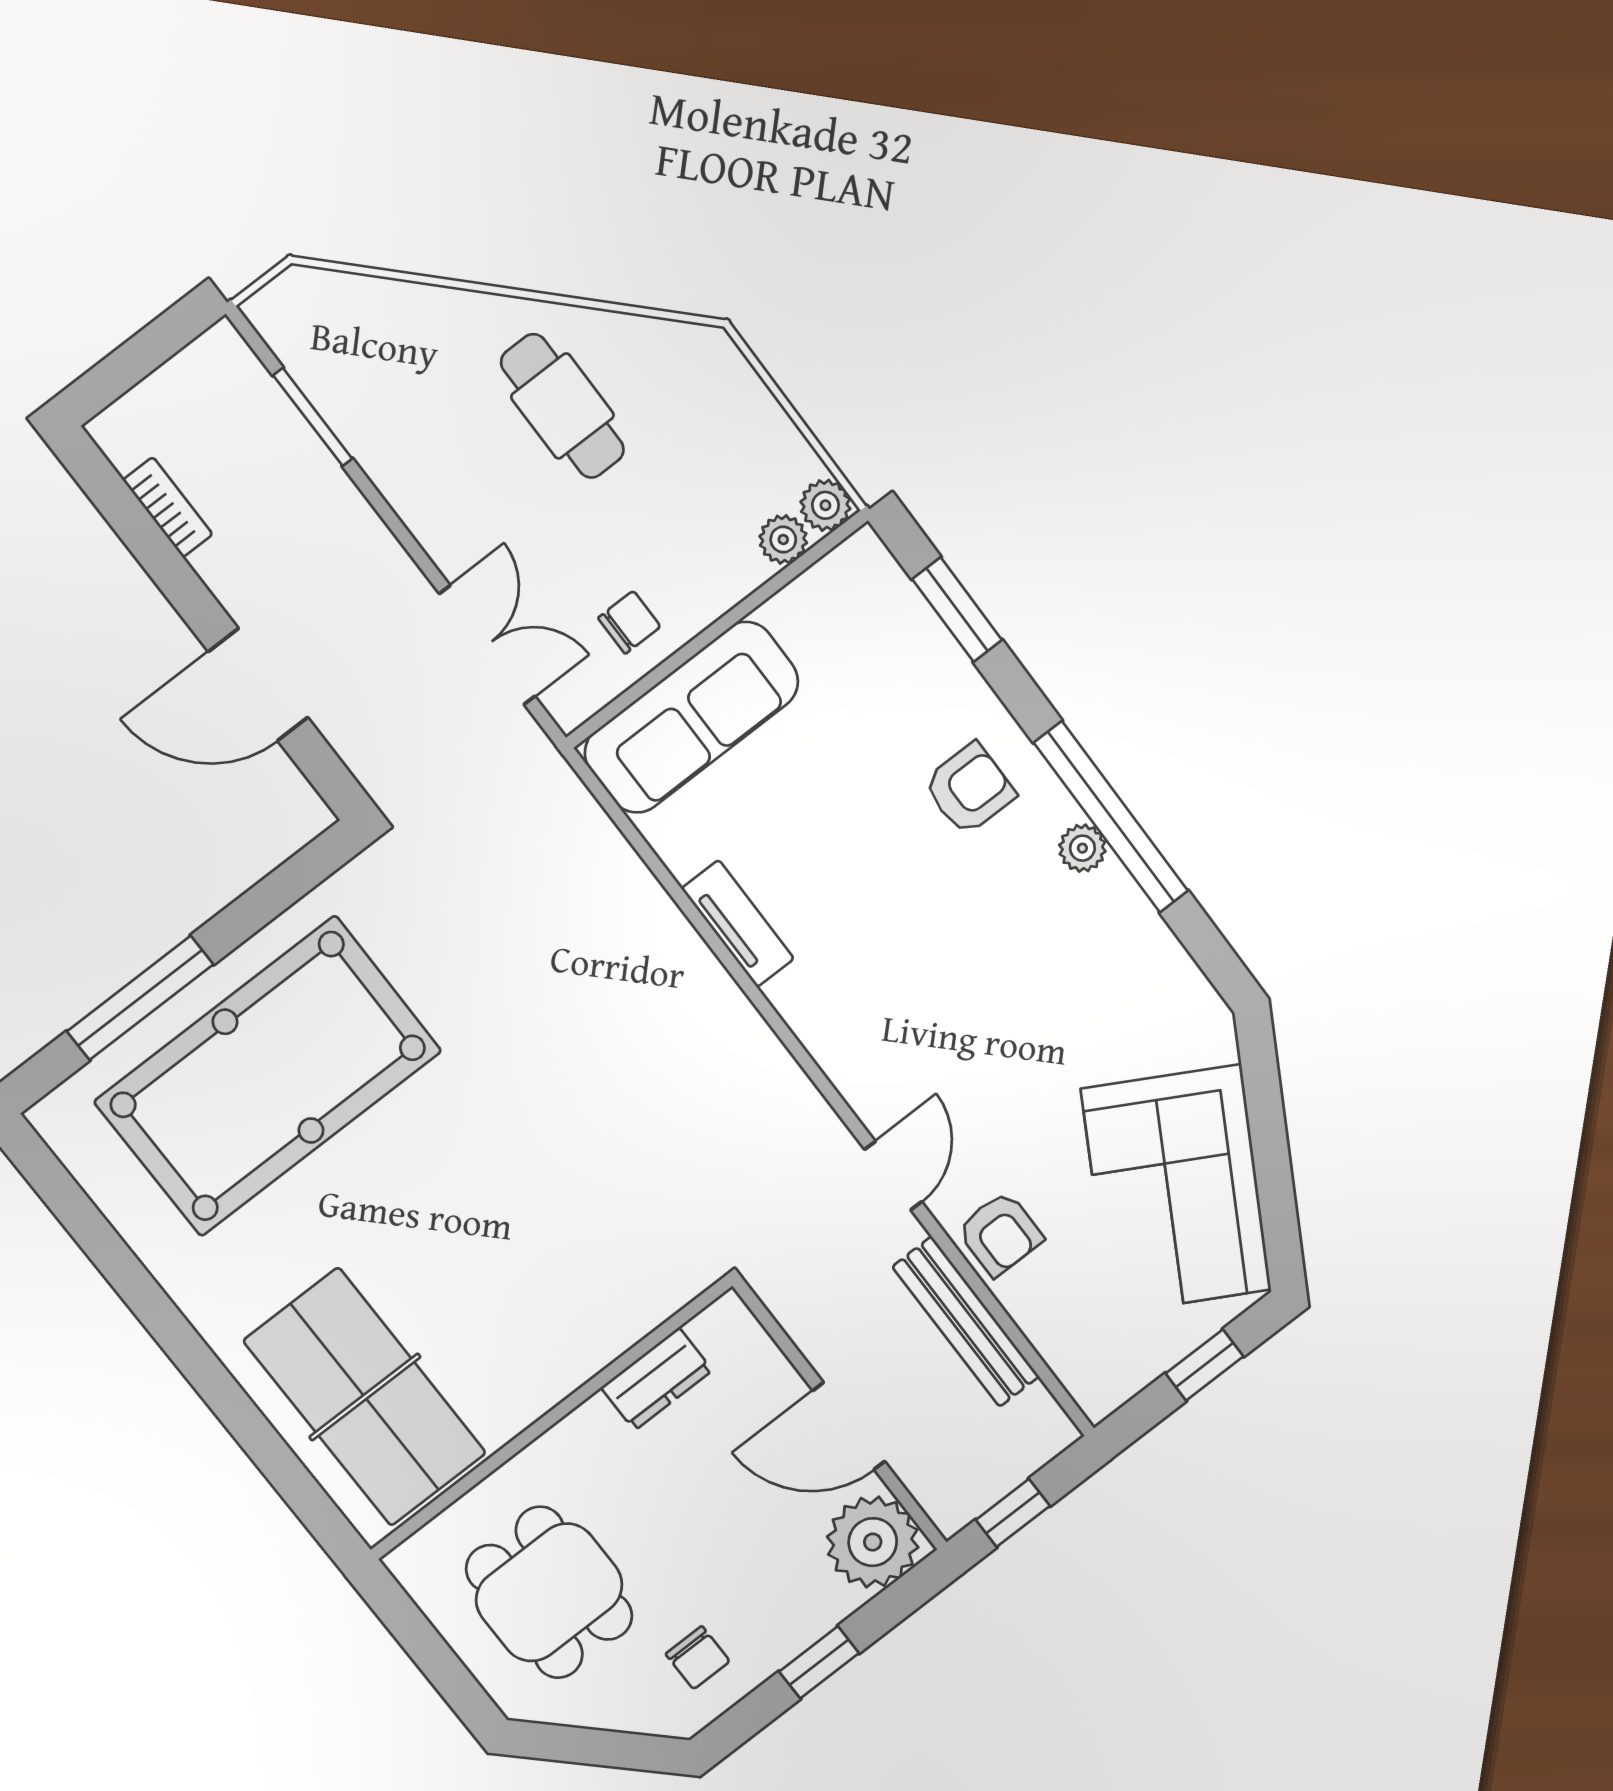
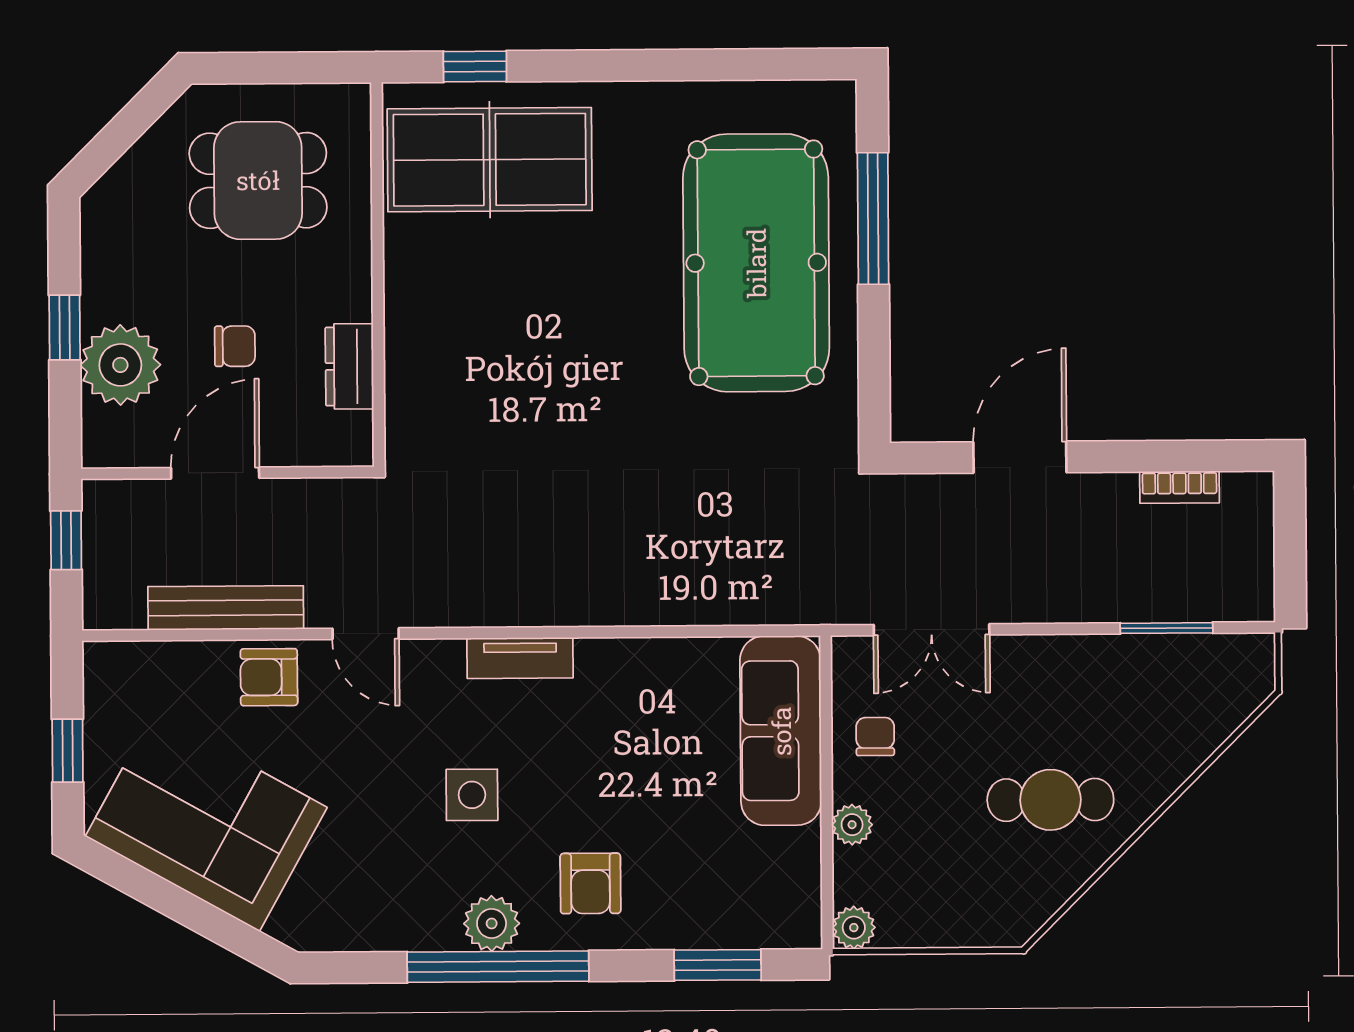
plant: (783, 540) -> (852, 825), moved
chair: (629, 622) -> (875, 737), turned 180
plant: (1082, 848) -> (492, 923), width x1.38, depth x1.38
tv unit: (738, 924) -> (520, 658), moved
side table: (969, 963) -> (472, 795), added
window: (289, 1476) -> (475, 67), added
plant: (873, 1542) -> (120, 365), moved
chair: (698, 1658) -> (235, 346), moved, turned 180

